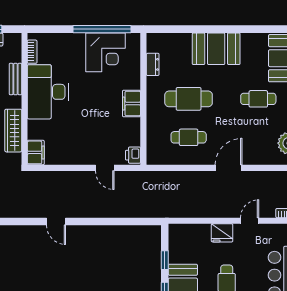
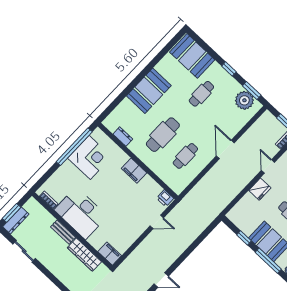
bench: (15, 79) -> (63, 232), moved

